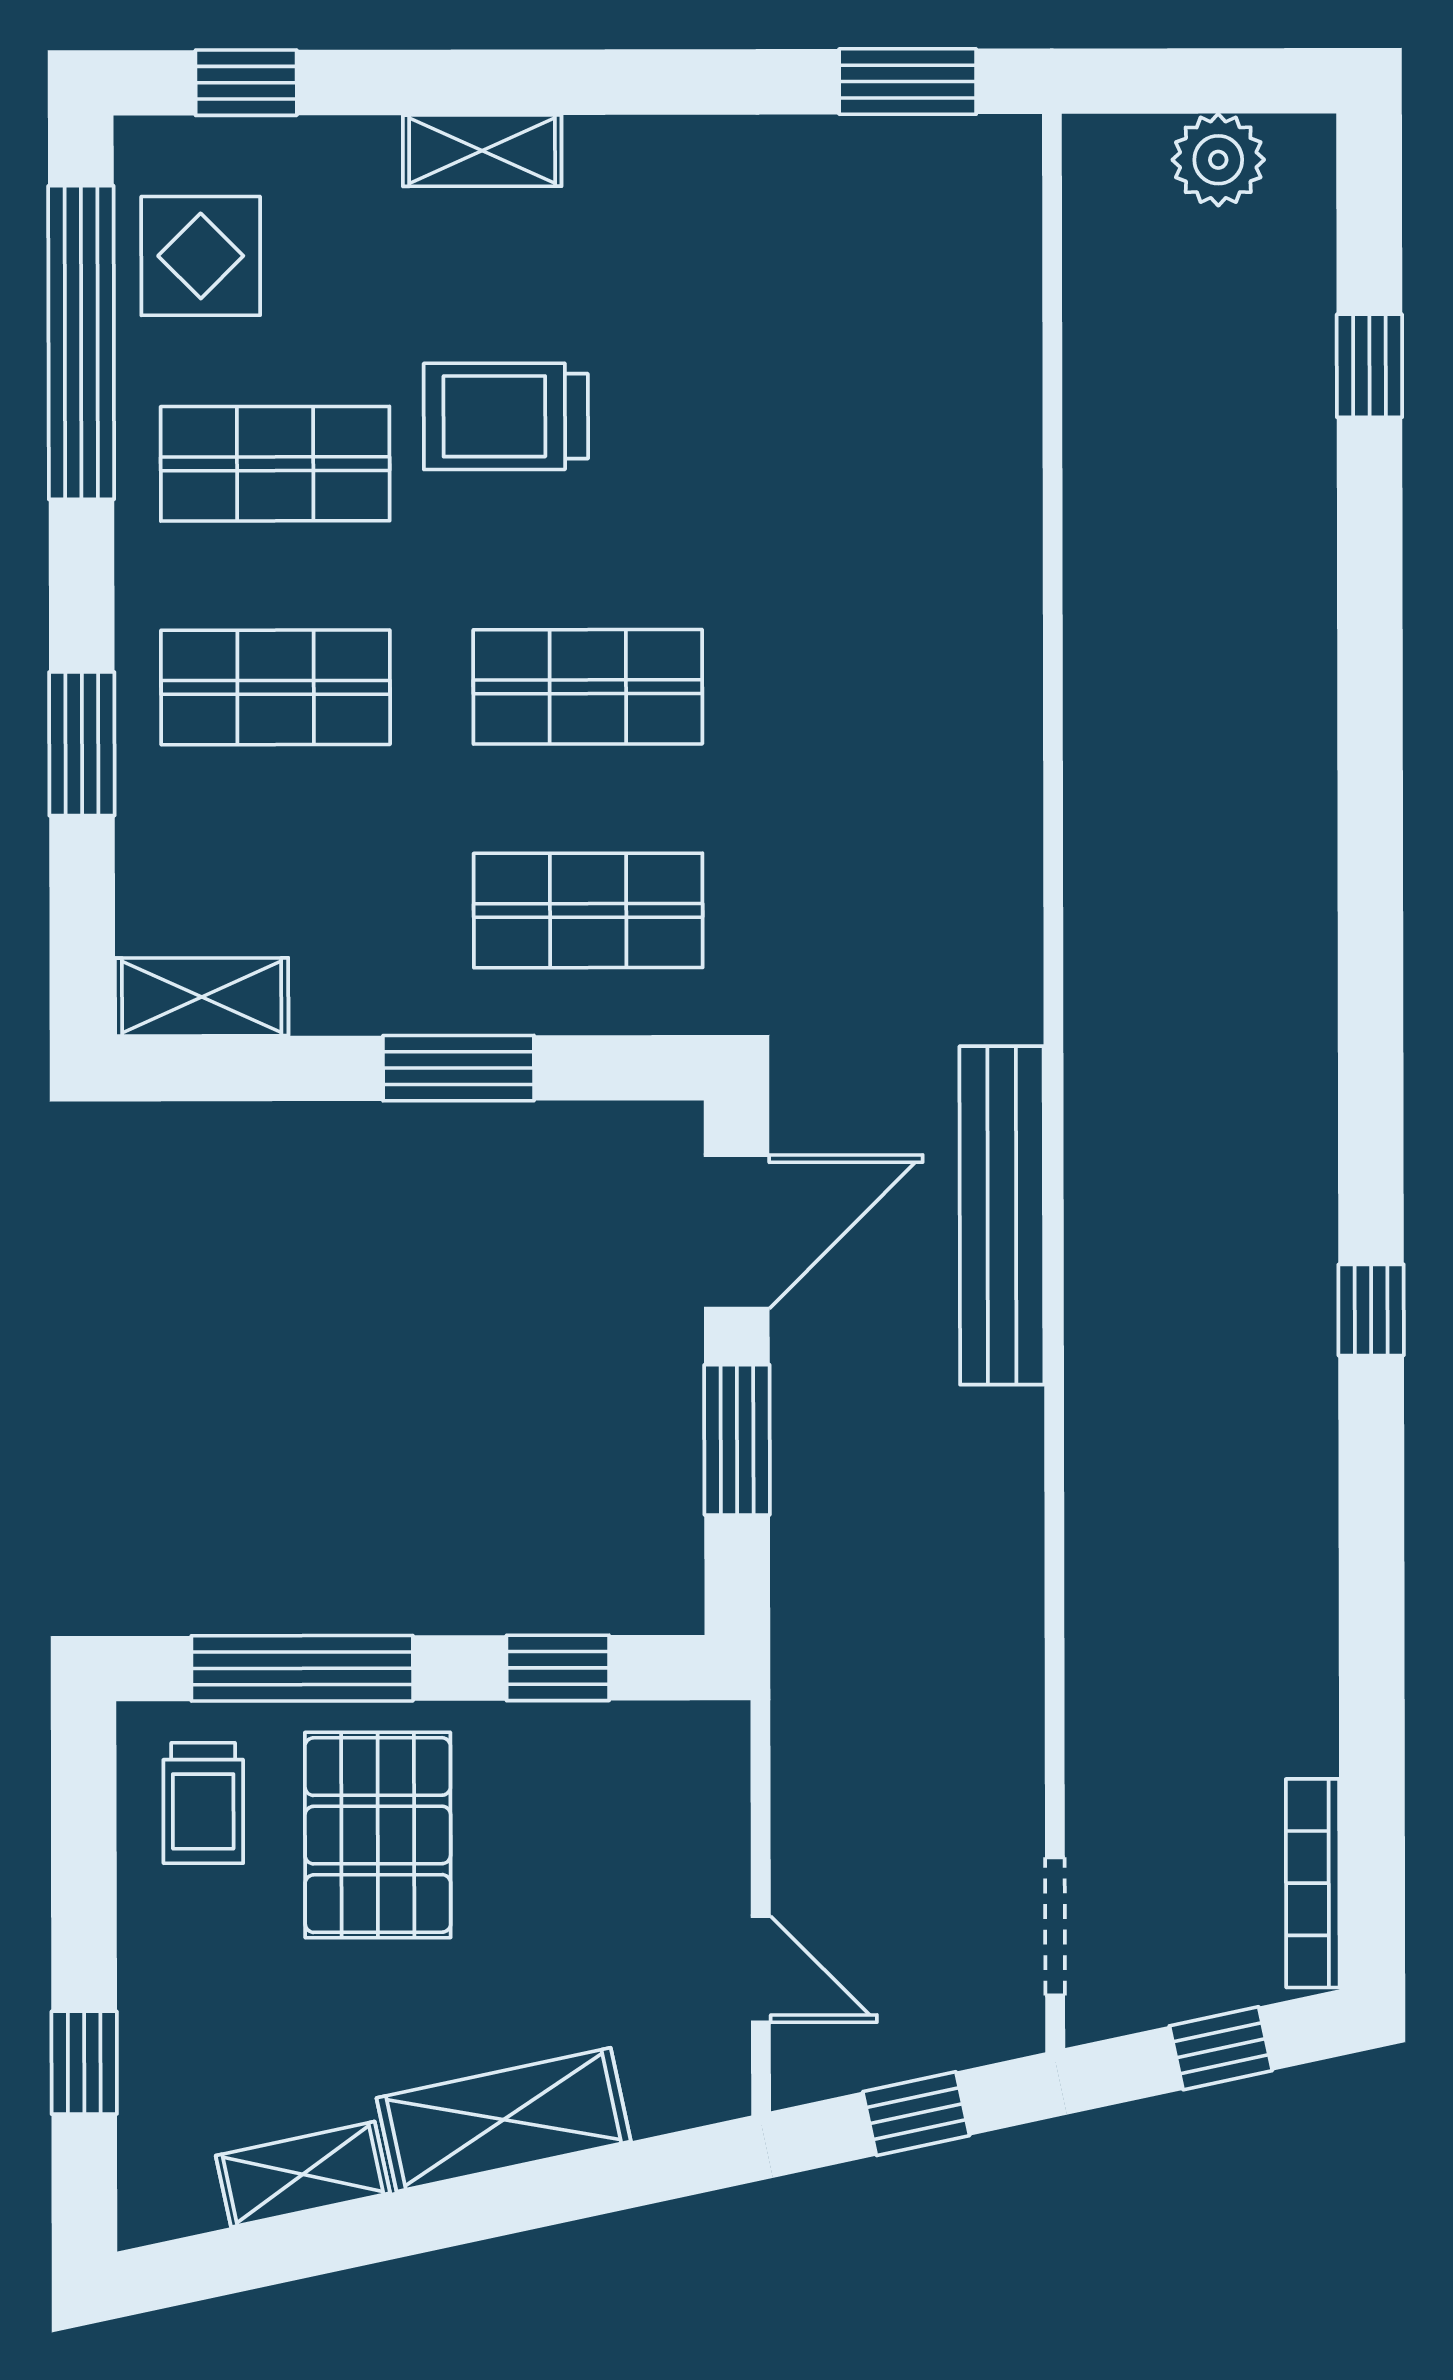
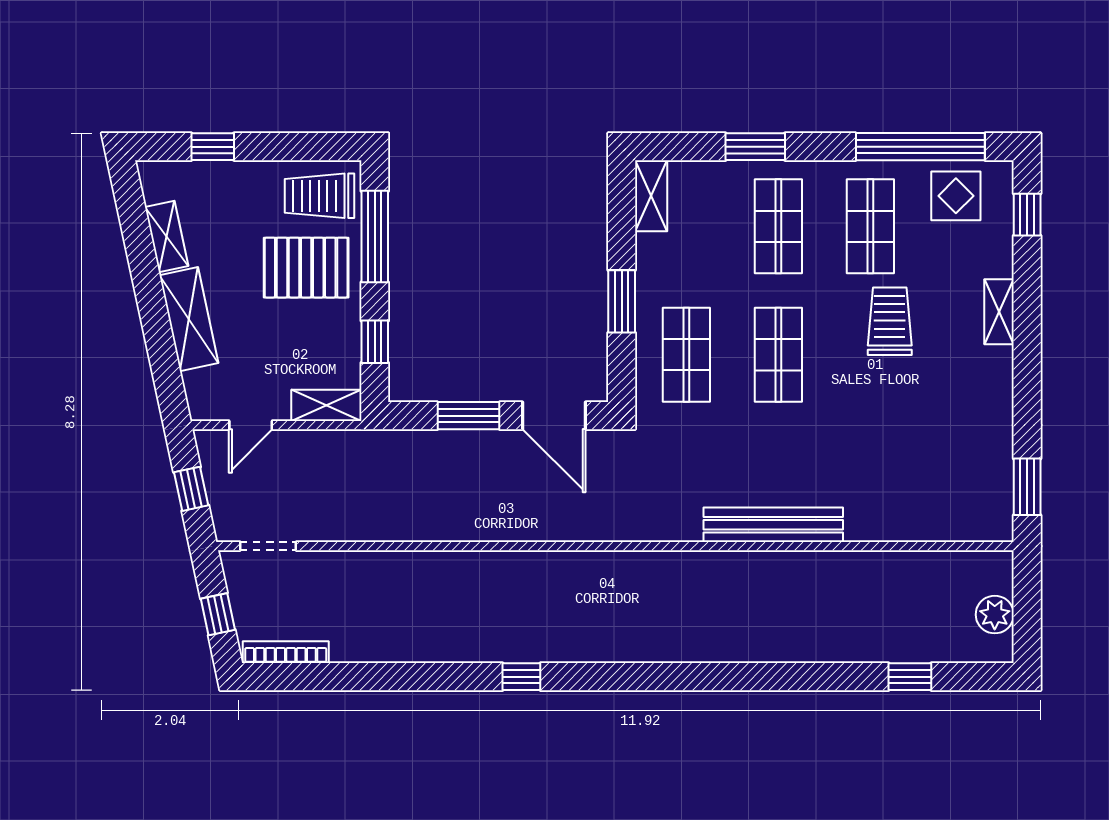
bench: (1002, 1215) -> (773, 525), moved
shelving: (712, 1785) -> (326, 405), added
trolley: (203, 1803) -> (319, 196), width x1.36, depth x1.39

